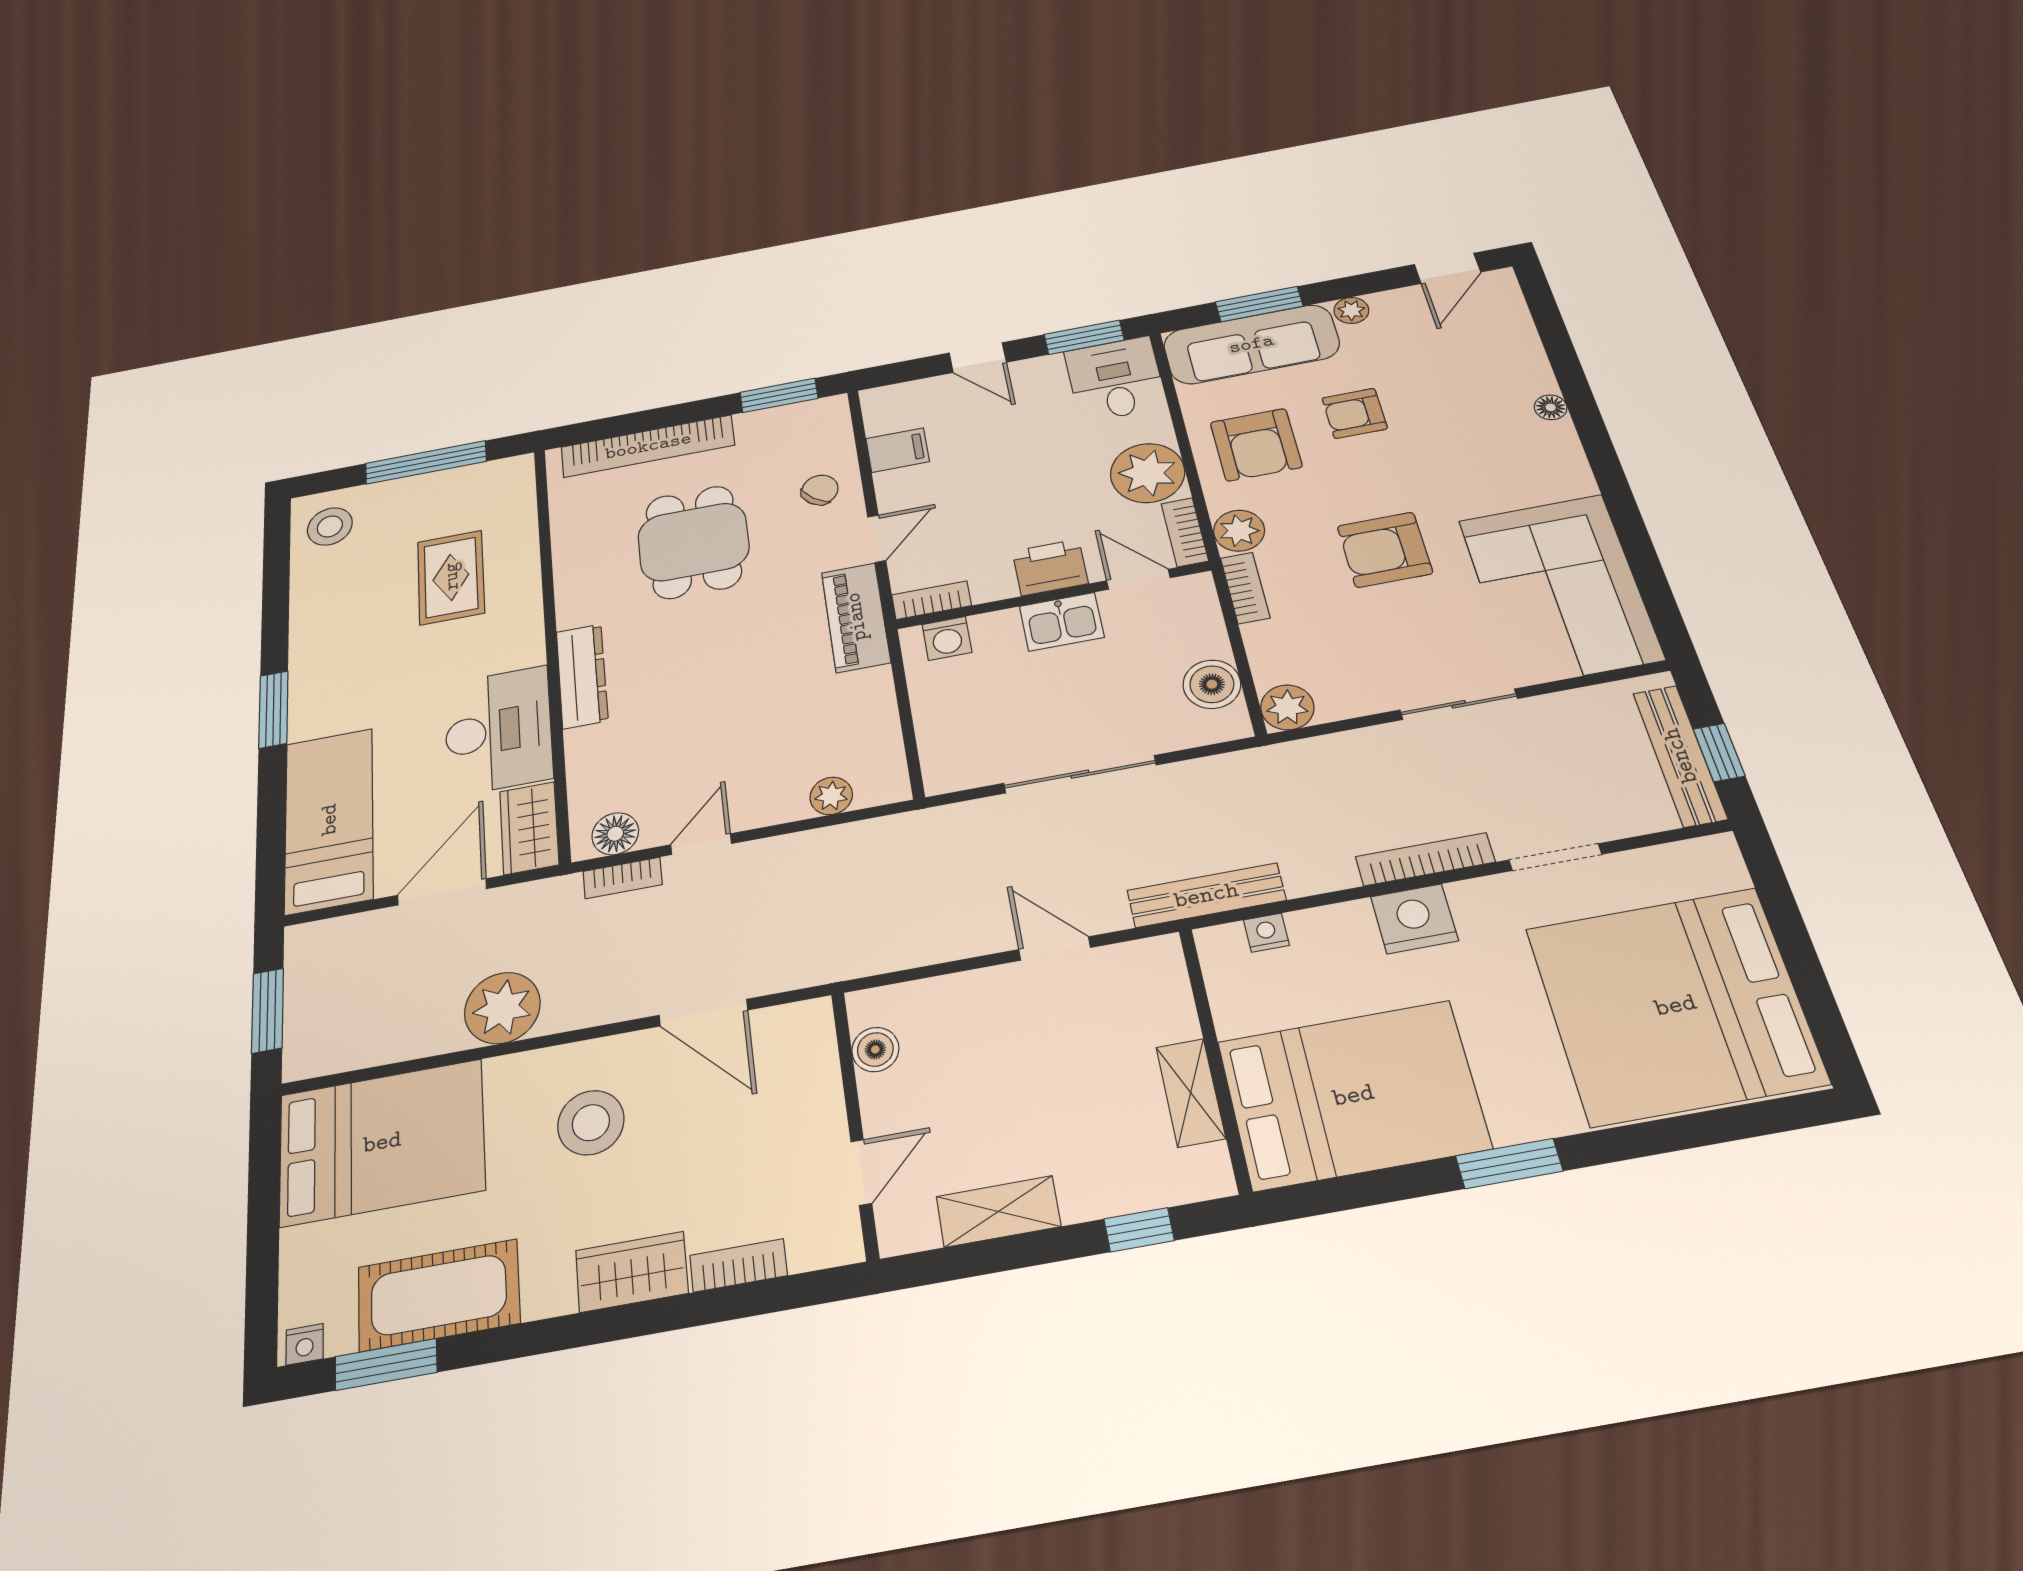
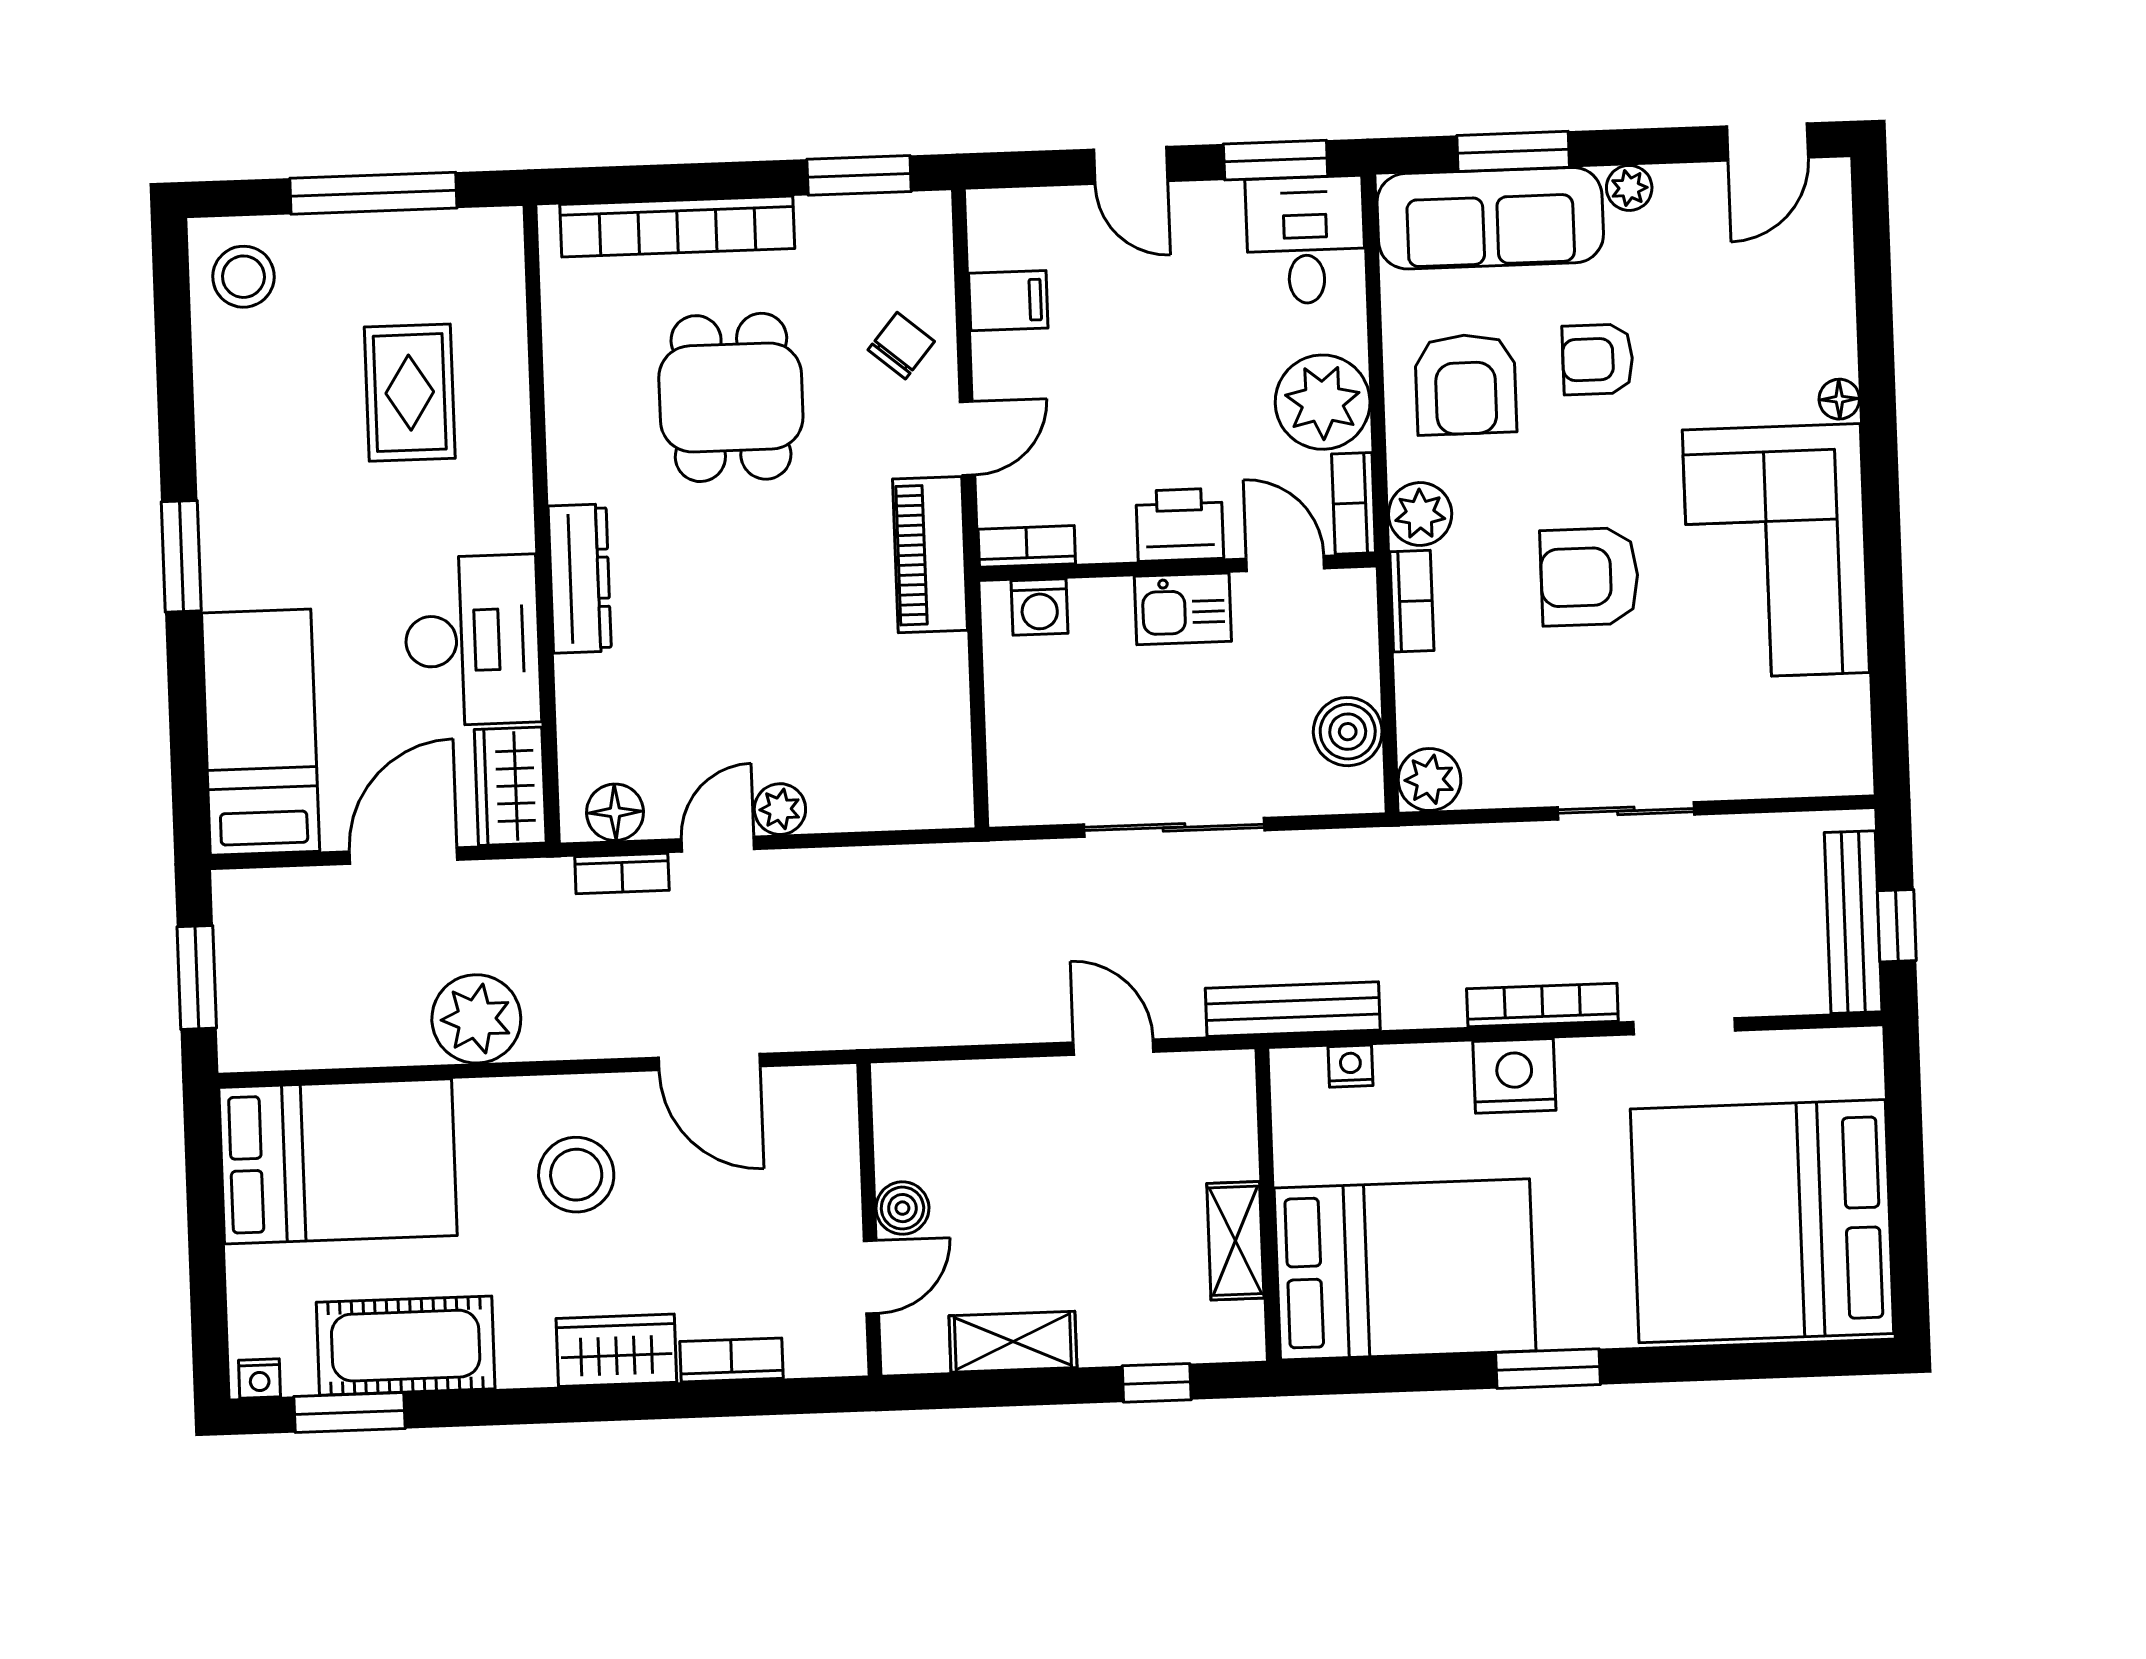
corner sofa: (1560, 589) -> (1776, 551), moved
plant: (831, 796) -> (780, 809), moved
boiler: (875, 1049) -> (902, 1208), moved

